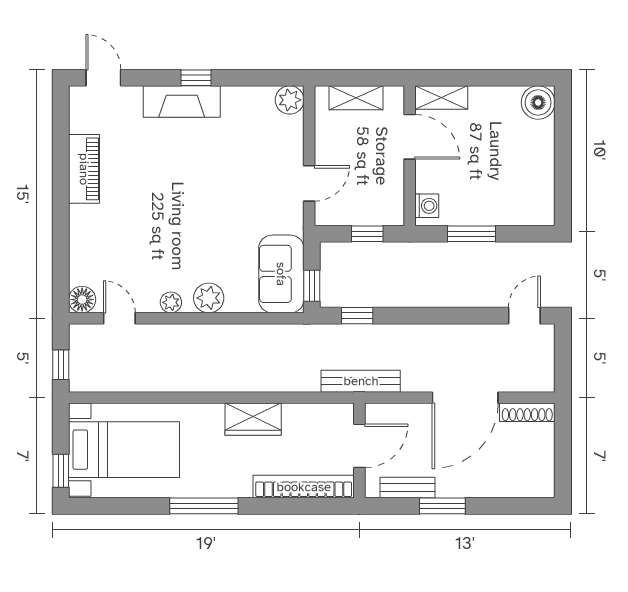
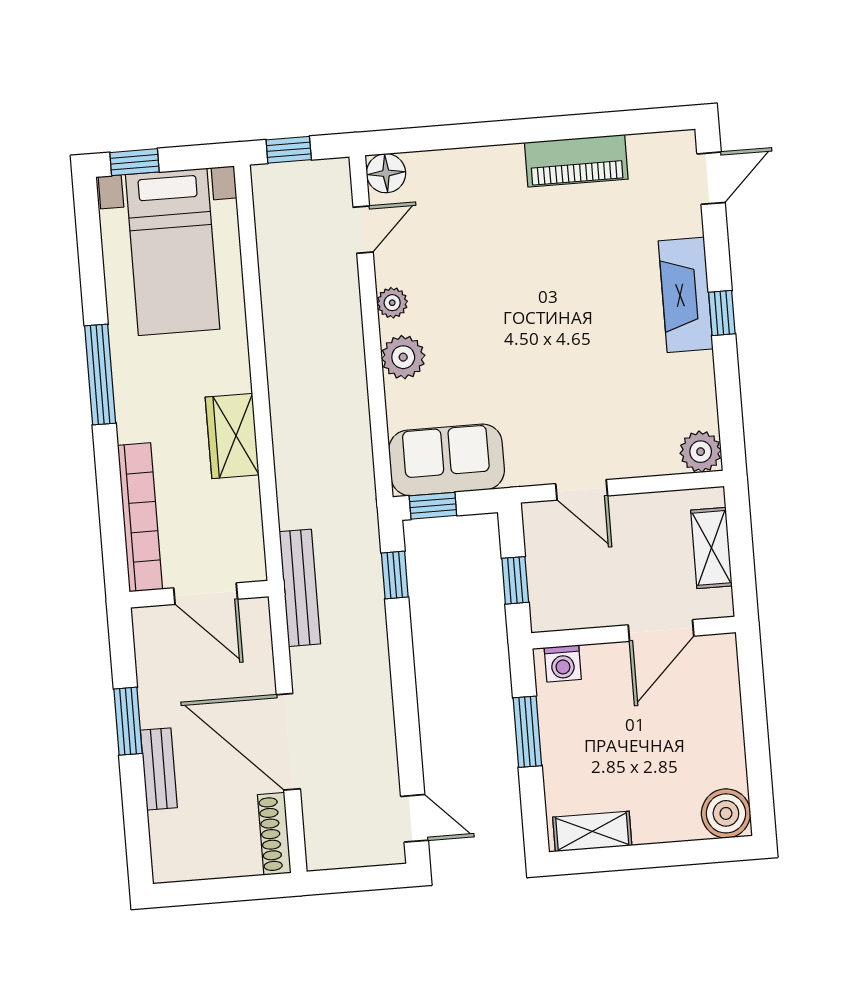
shelving: (441, 98) -> (592, 831), moved, turned 90
bench: (408, 487) -> (159, 769), moved

